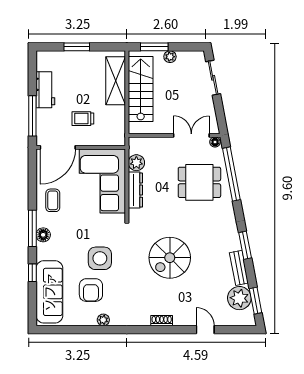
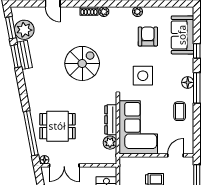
door: (58, 147) -> (175, 155), width x0.53
window: (245, 245) -> (16, 56), moved
side table: (100, 258) -> (143, 76), moved
sofa: (49, 292) -> (182, 35), width x0.73
plant: (144, 320) -> (104, 12), added

